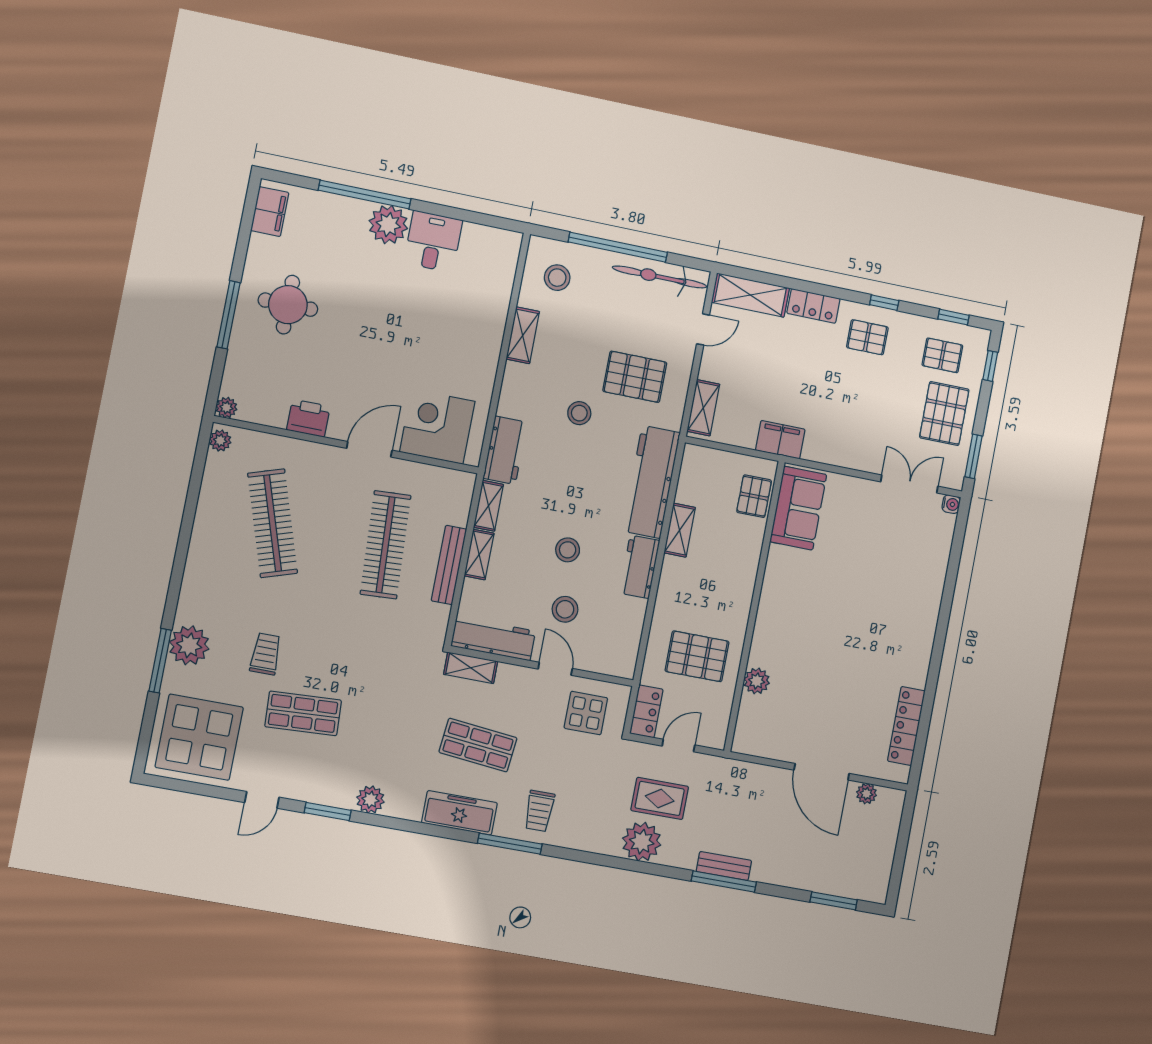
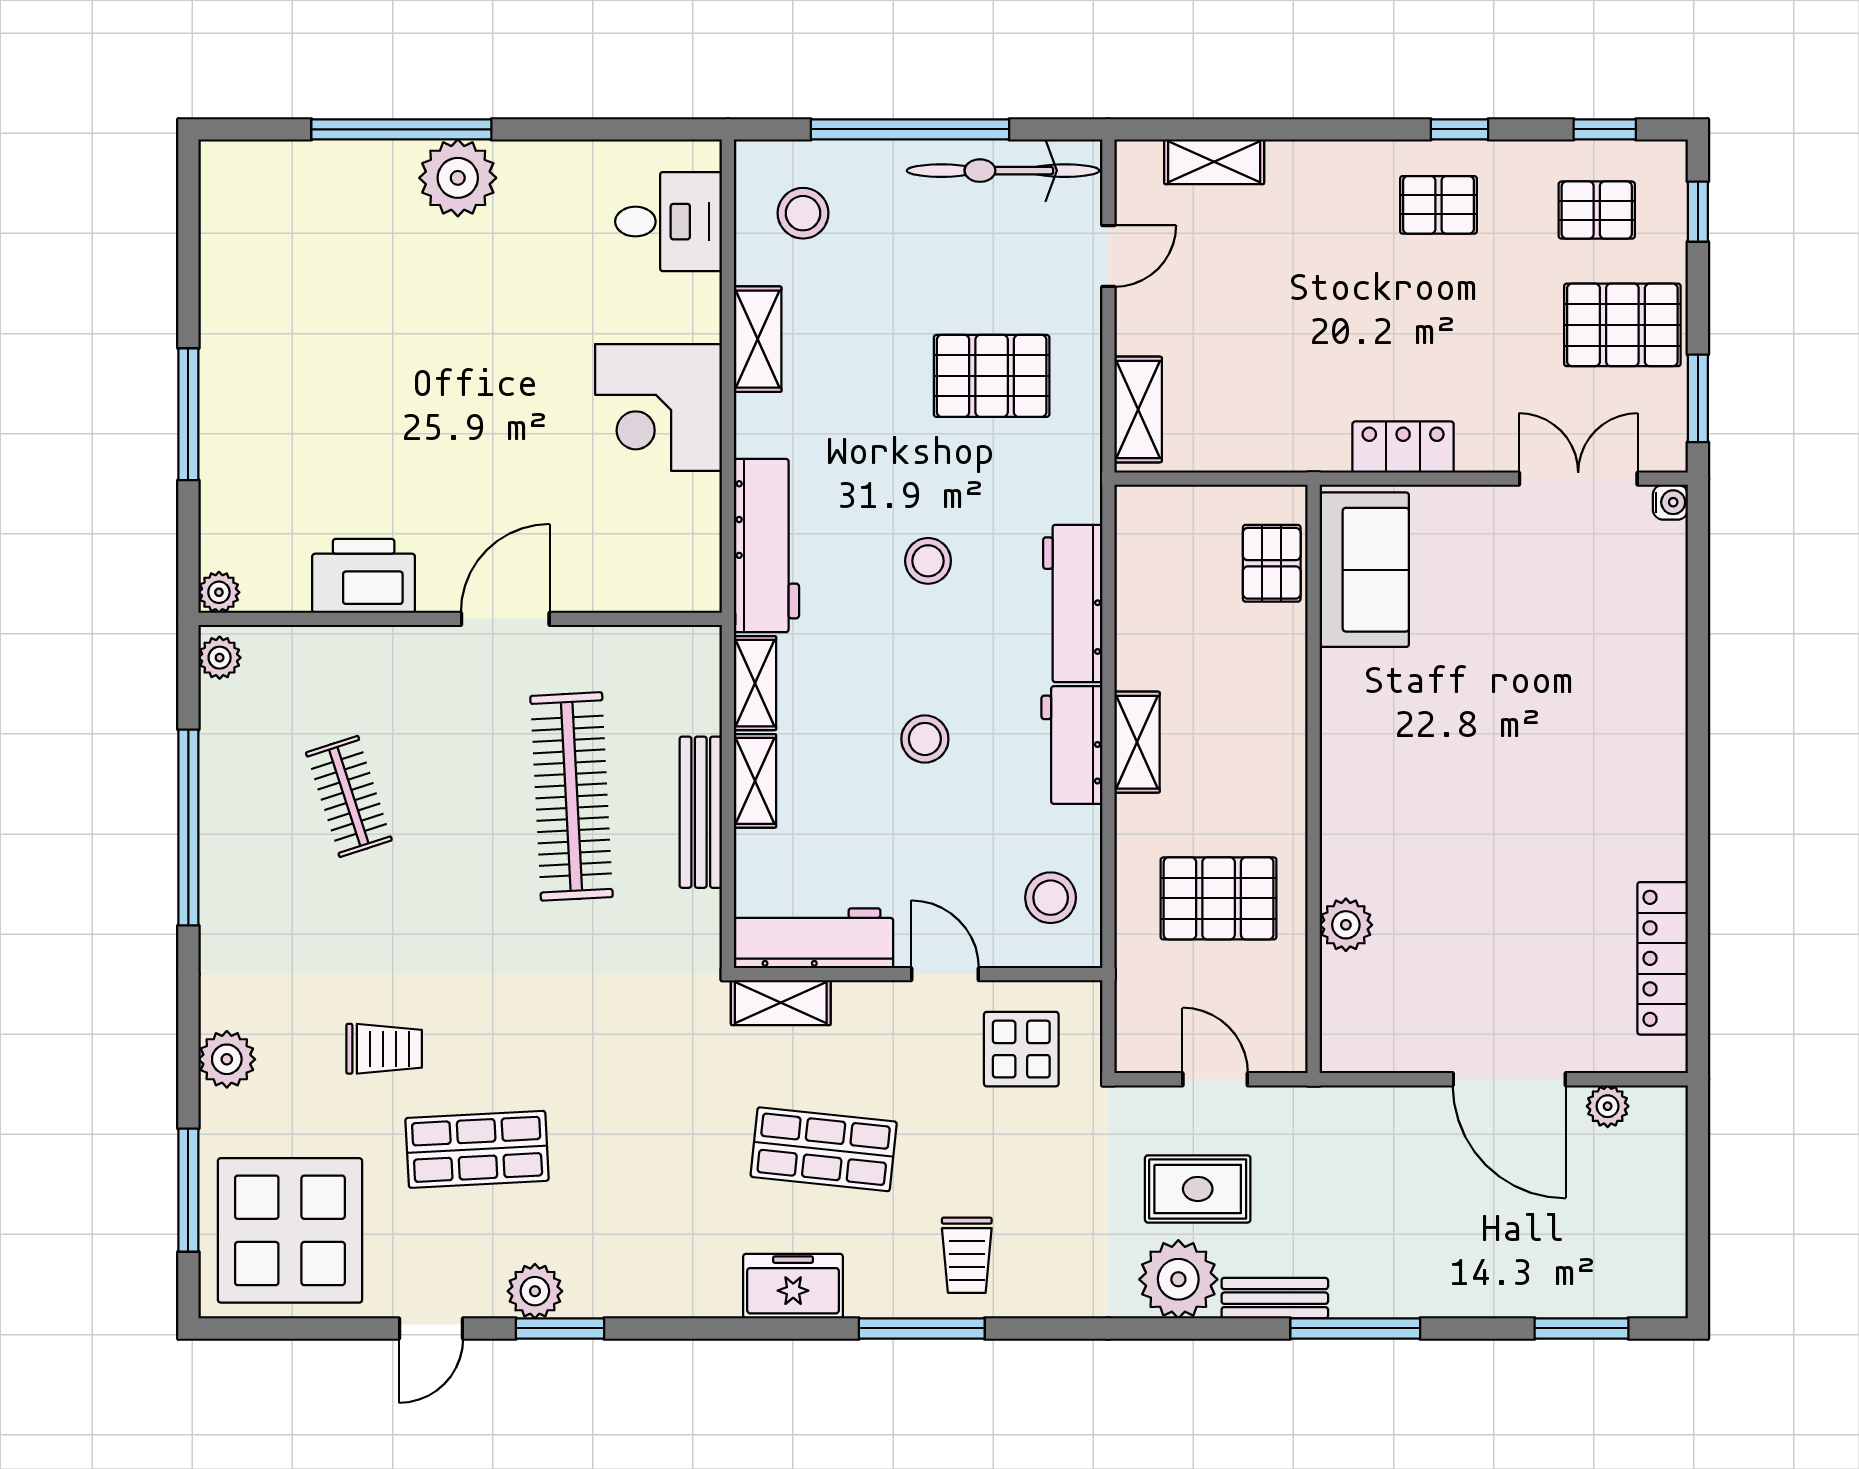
filing cabinet: (270, 212) -> (228, 200), removed
desk: (433, 241) -> (669, 222), moved, turned 90
shelving: (750, 295) -> (1214, 162), width x0.67, depth x0.75
round table: (288, 305) -> (297, 372), removed
locker: (813, 306) -> (1403, 447), moved, turned 180
stool: (579, 413) -> (928, 561), moved
pallet: (944, 414) -> (1622, 325), turned 90
printer: (308, 418) -> (364, 576), width x1.37, depth x1.19
corner desk: (437, 427) -> (659, 407), moved, turned -90
filing cabinet: (780, 440) -> (1303, 442), removed
workbench: (505, 450) -> (766, 546), width x1.38
workbench: (651, 482) -> (1073, 603), width x0.73, depth x0.76
window: (187, 523) -> (188, 827), added
clothes rail: (273, 523) -> (349, 796), width x0.54, depth x0.76
shelving: (680, 530) -> (1137, 742), moved
stool: (565, 609) -> (1051, 898), moved
plant: (189, 645) -> (227, 1059), width x0.73, depth x0.73
trolley: (266, 654) -> (384, 1049), turned 90
window: (160, 661) -> (188, 1190), moved
locker: (646, 711) -> (1139, 1024), removed
door: (678, 746) -> (1215, 1079), hinge flipped
plant: (370, 800) -> (535, 1291), moved
freezer: (459, 813) -> (793, 1286), width x0.71
bench: (724, 866) -> (1275, 1298), moved

